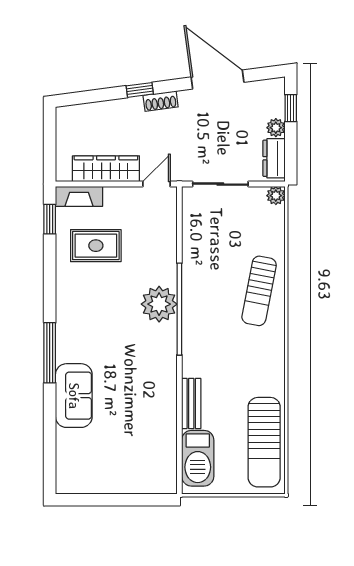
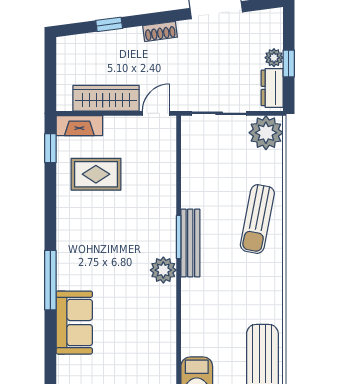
window: (140, 90) -> (109, 24), moved
window: (291, 108) -> (289, 63), moved
plant: (276, 196) -> (266, 133), width x1.87, depth x1.87
plant: (159, 304) -> (163, 270), moved, width x0.73, depth x0.73
window: (179, 309) -> (179, 237), width x0.47
bench: (191, 404) -> (190, 243), moved, width x1.36

